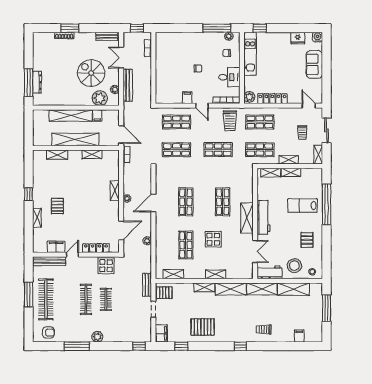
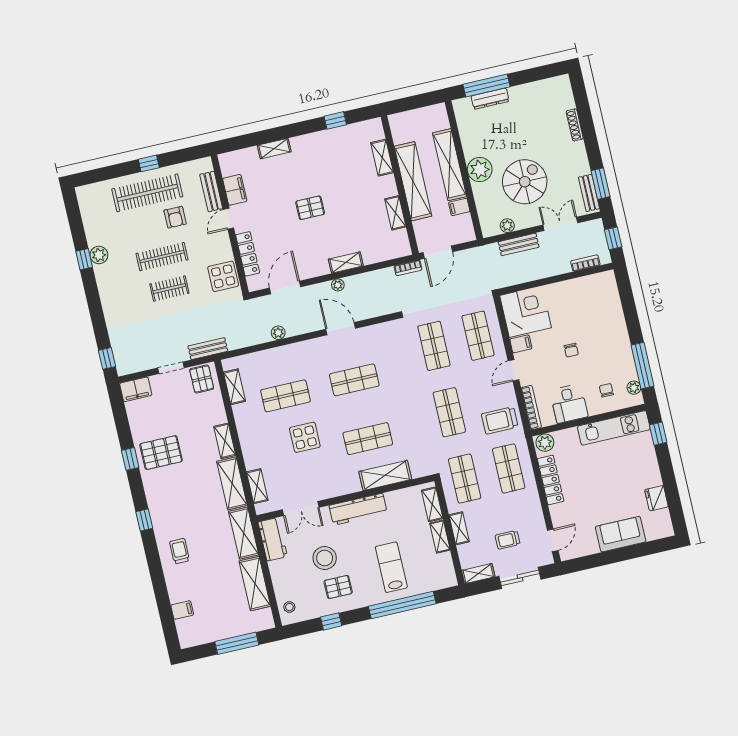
window: (70, 28) -> (600, 184), moved
water cooler: (318, 37) -> (665, 529), removed
bench: (128, 85) -> (519, 244), width x0.73
corner desk: (169, 90) -> (526, 312), added
plant: (100, 98) -> (480, 169), moved
window: (29, 194) -> (335, 120), moved
pallet: (57, 206) -> (310, 208), moved
shelving: (247, 218) -> (385, 475), moved
door: (121, 230) -> (285, 287), swing flipped
window: (327, 249) -> (331, 621), added
door: (72, 255) -> (228, 219), swing flipped
bench: (50, 261) -> (211, 191), width x0.73
stool: (294, 266) -> (325, 558), moved
shelving: (216, 274) -> (257, 486), moved
window: (29, 294) -> (149, 163), width x0.46
pallet: (203, 327) -> (161, 453), turned 90
armchair: (48, 333) -> (175, 217), moved
plant: (97, 337) -> (99, 255), moved
window: (77, 346) -> (84, 259), width x0.46
window: (181, 346) -> (130, 459), moved

